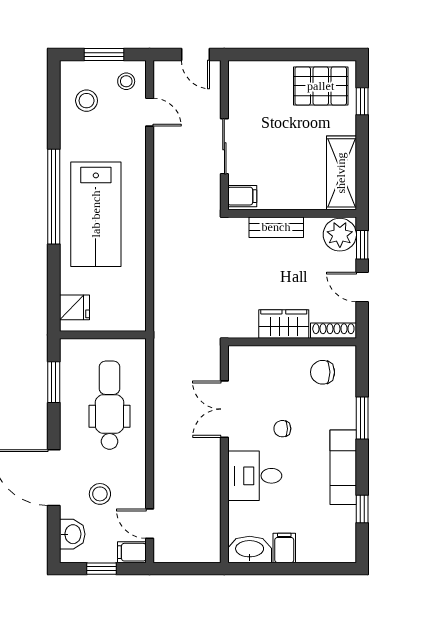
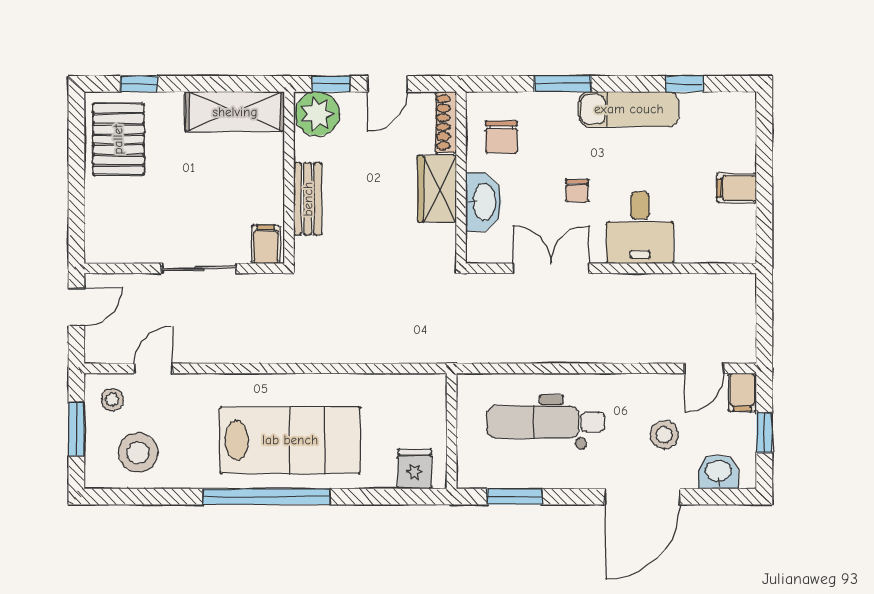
stool: (87, 101) -> (138, 453), width x1.38, depth x1.38
double door: (224, 409) -> (551, 268), swing flipped
washbasin: (250, 549) -> (483, 202), moved, turned 180

